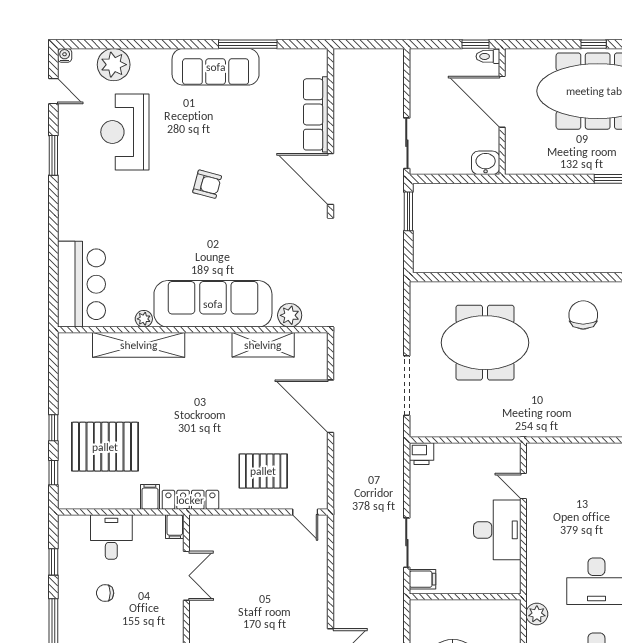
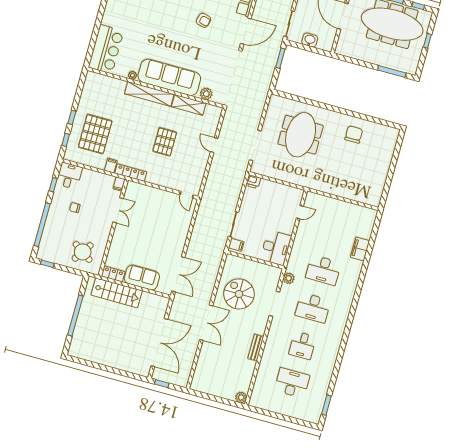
washbasin: (486, 163) -> (310, 40), moved
door: (330, 179) -> (246, 31), swing flipped
armchair: (207, 184) -> (203, 20), moved
meeting table: (485, 343) -> (301, 135), turned 90
shelving: (139, 345) -> (149, 94), moved
door: (330, 406) -> (214, 145), width x0.53
pallet: (105, 447) -> (95, 134), turned 90
pallet: (263, 471) -> (165, 142), moved, turned 90
door: (523, 486) -> (300, 212), swing flipped
desk: (497, 530) -> (276, 248), moved
desk: (111, 537) -> (69, 176), moved

